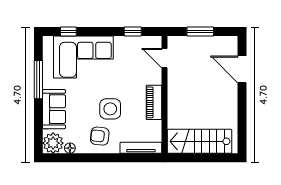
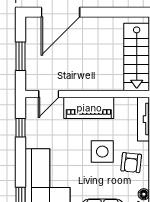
door: (242, 69) -> (61, 12), width x1.36
piano: (154, 102) -> (89, 108), width x1.37, depth x1.33

